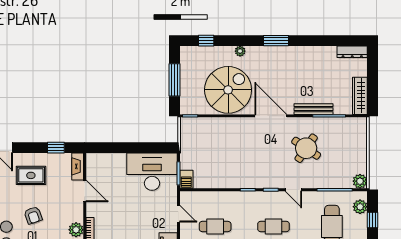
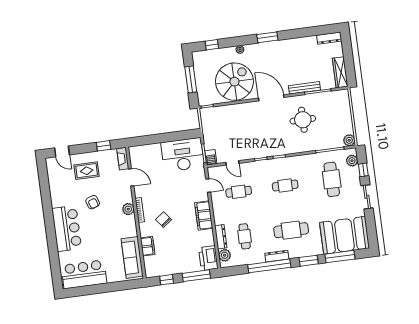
round table: (306, 148) -> (303, 120), turned -34
door: (293, 190) -> (232, 163), moved

